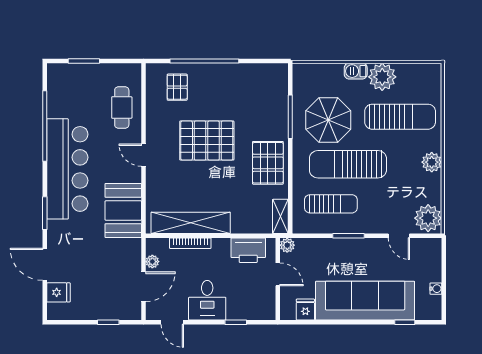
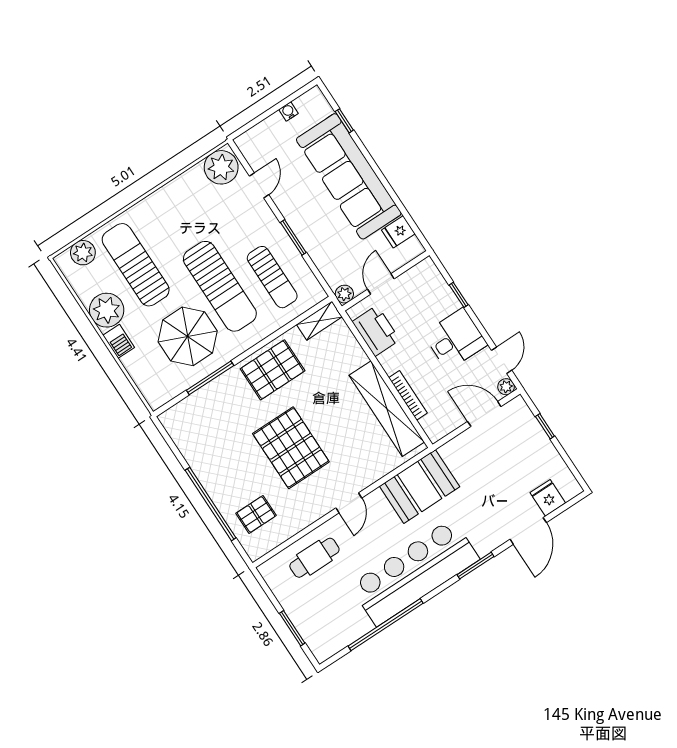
plant: (432, 162) -> (83, 253), moved
sun lounger: (331, 204) -> (272, 277), turned 180
plant: (152, 262) -> (506, 387), moved

